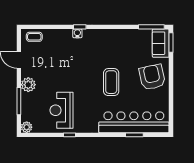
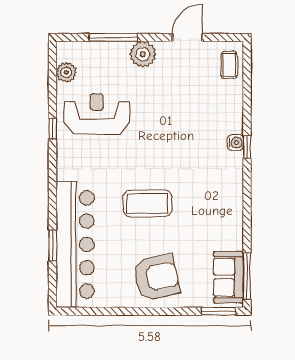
sofa: (161, 43) -> (228, 277), moved, turned -90
plant: (27, 127) -> (66, 72), moved

